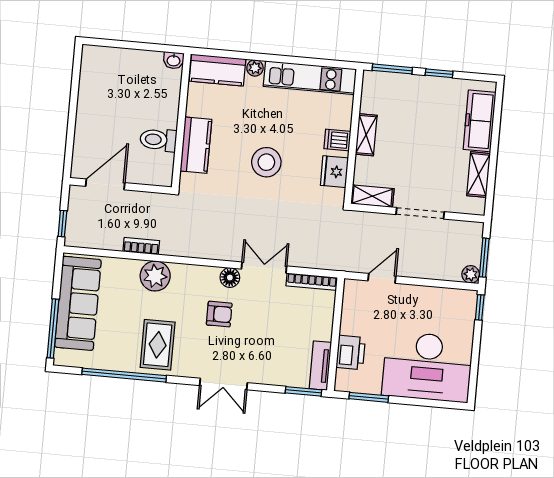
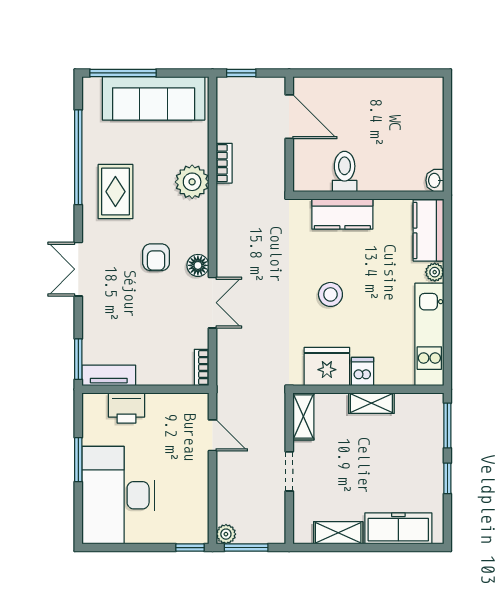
stool: (266, 162) -> (330, 294), width x0.73, depth x0.73
fridge: (334, 172) -> (327, 367), width x1.36, depth x1.34
doorway: (420, 213) -> (289, 471), width x0.73
bookcase: (312, 282) -> (202, 368), width x0.64
rug: (158, 345) -> (115, 192), turned 90
window: (369, 397) -> (78, 460), moved

